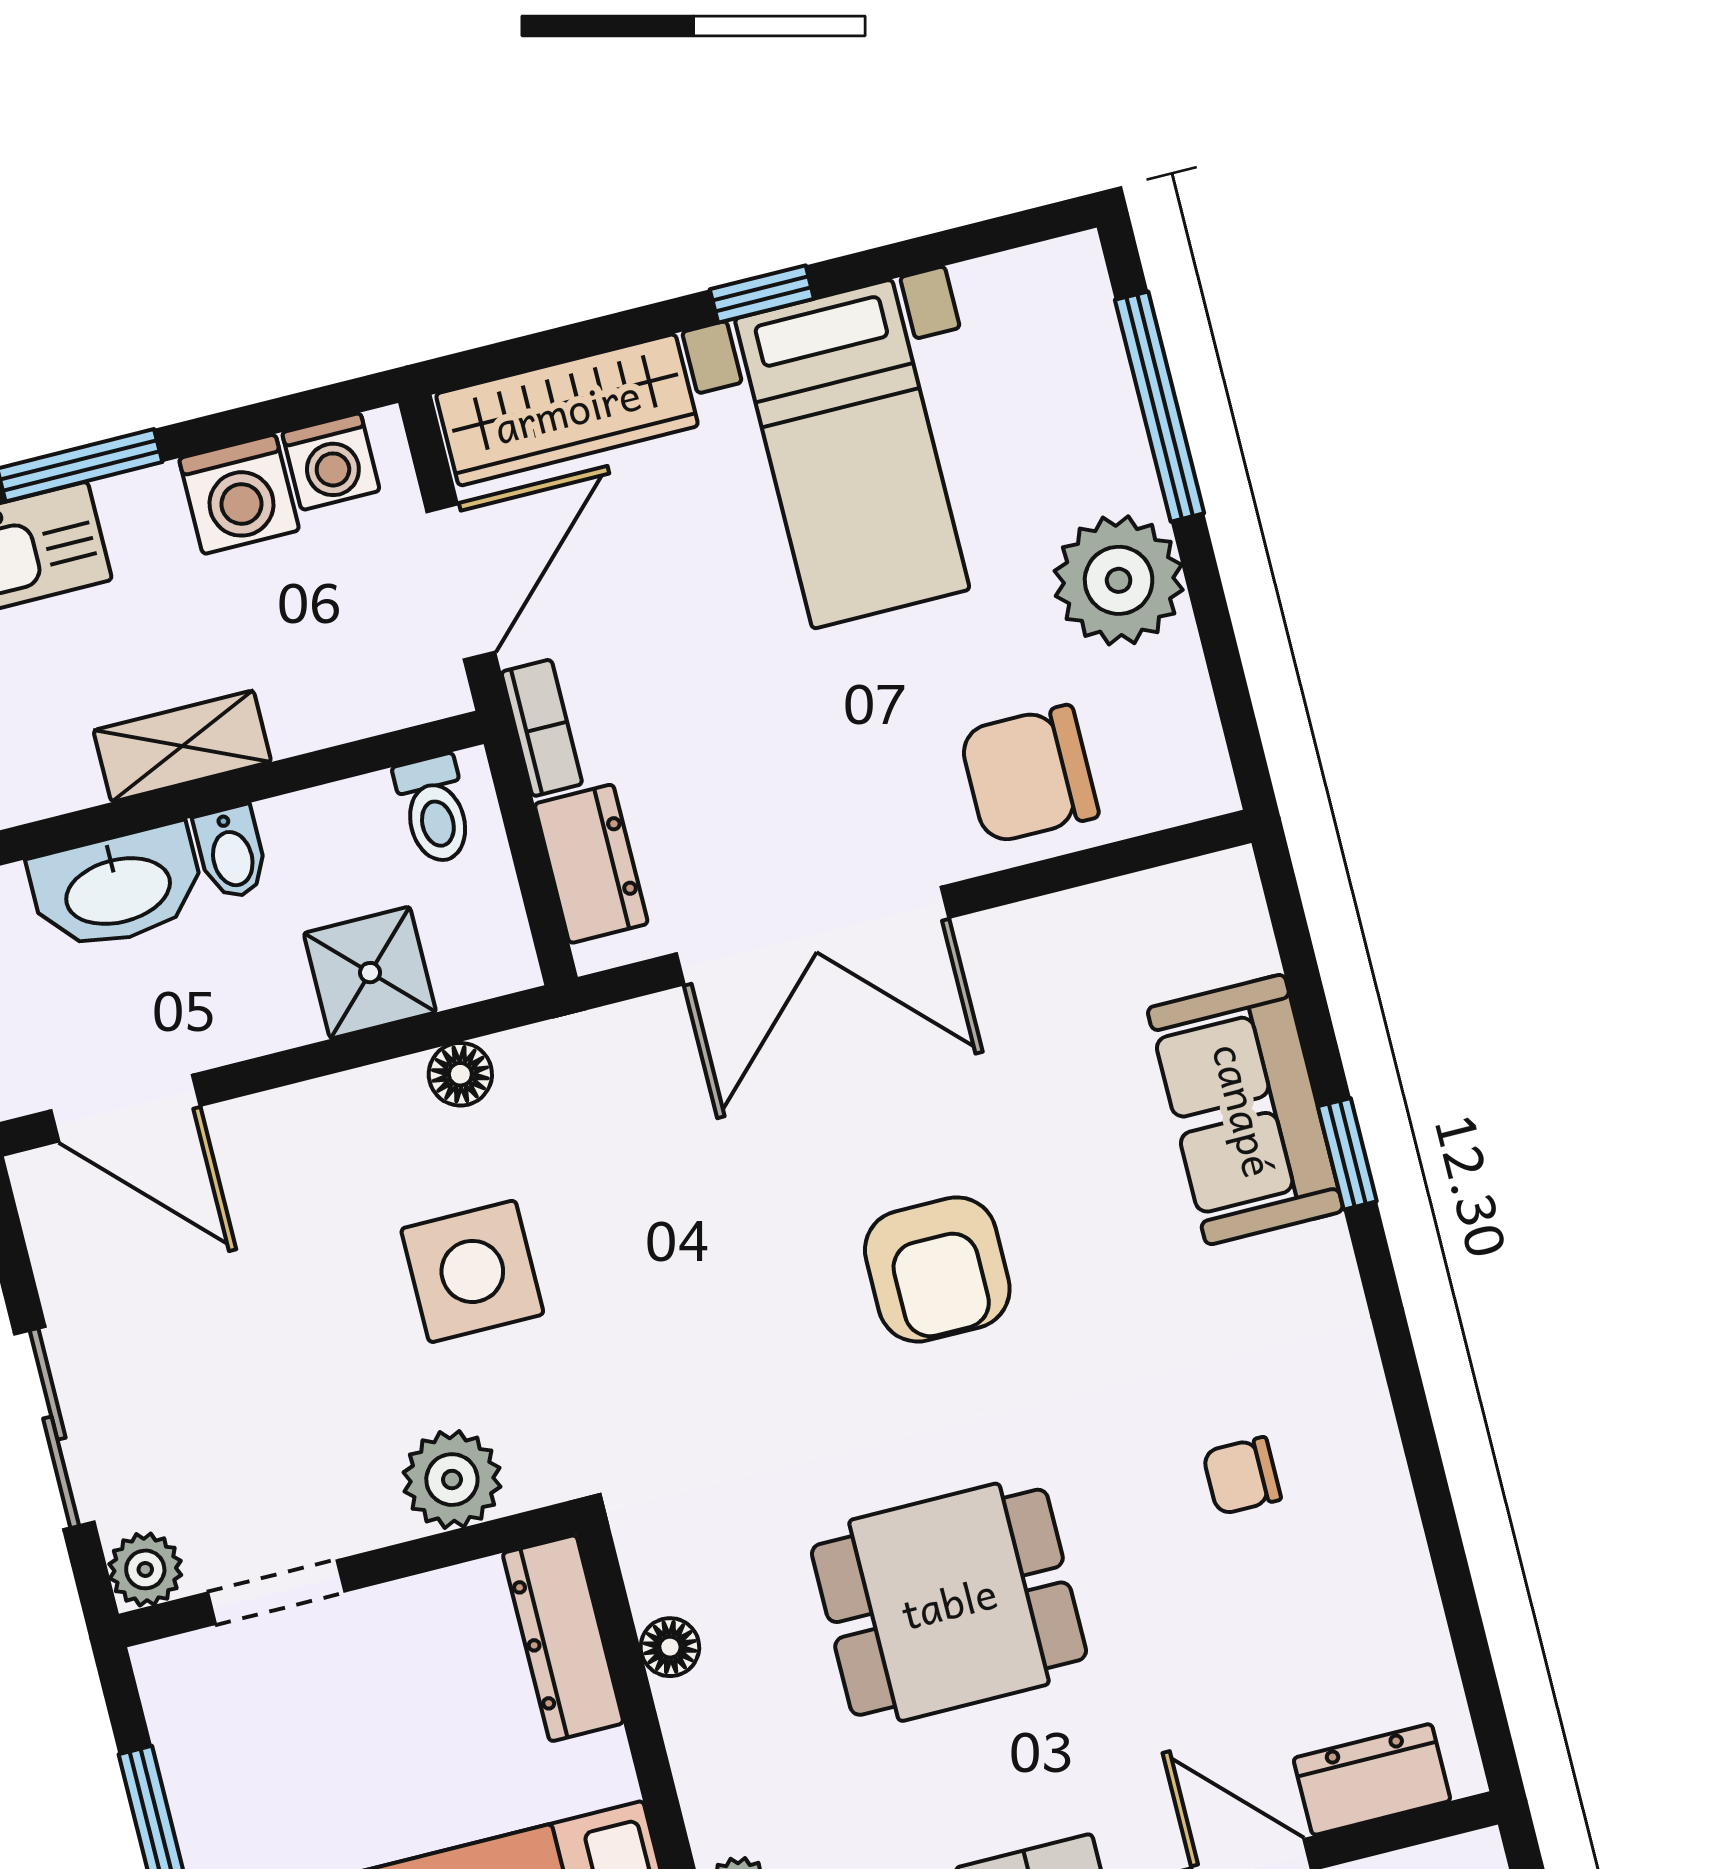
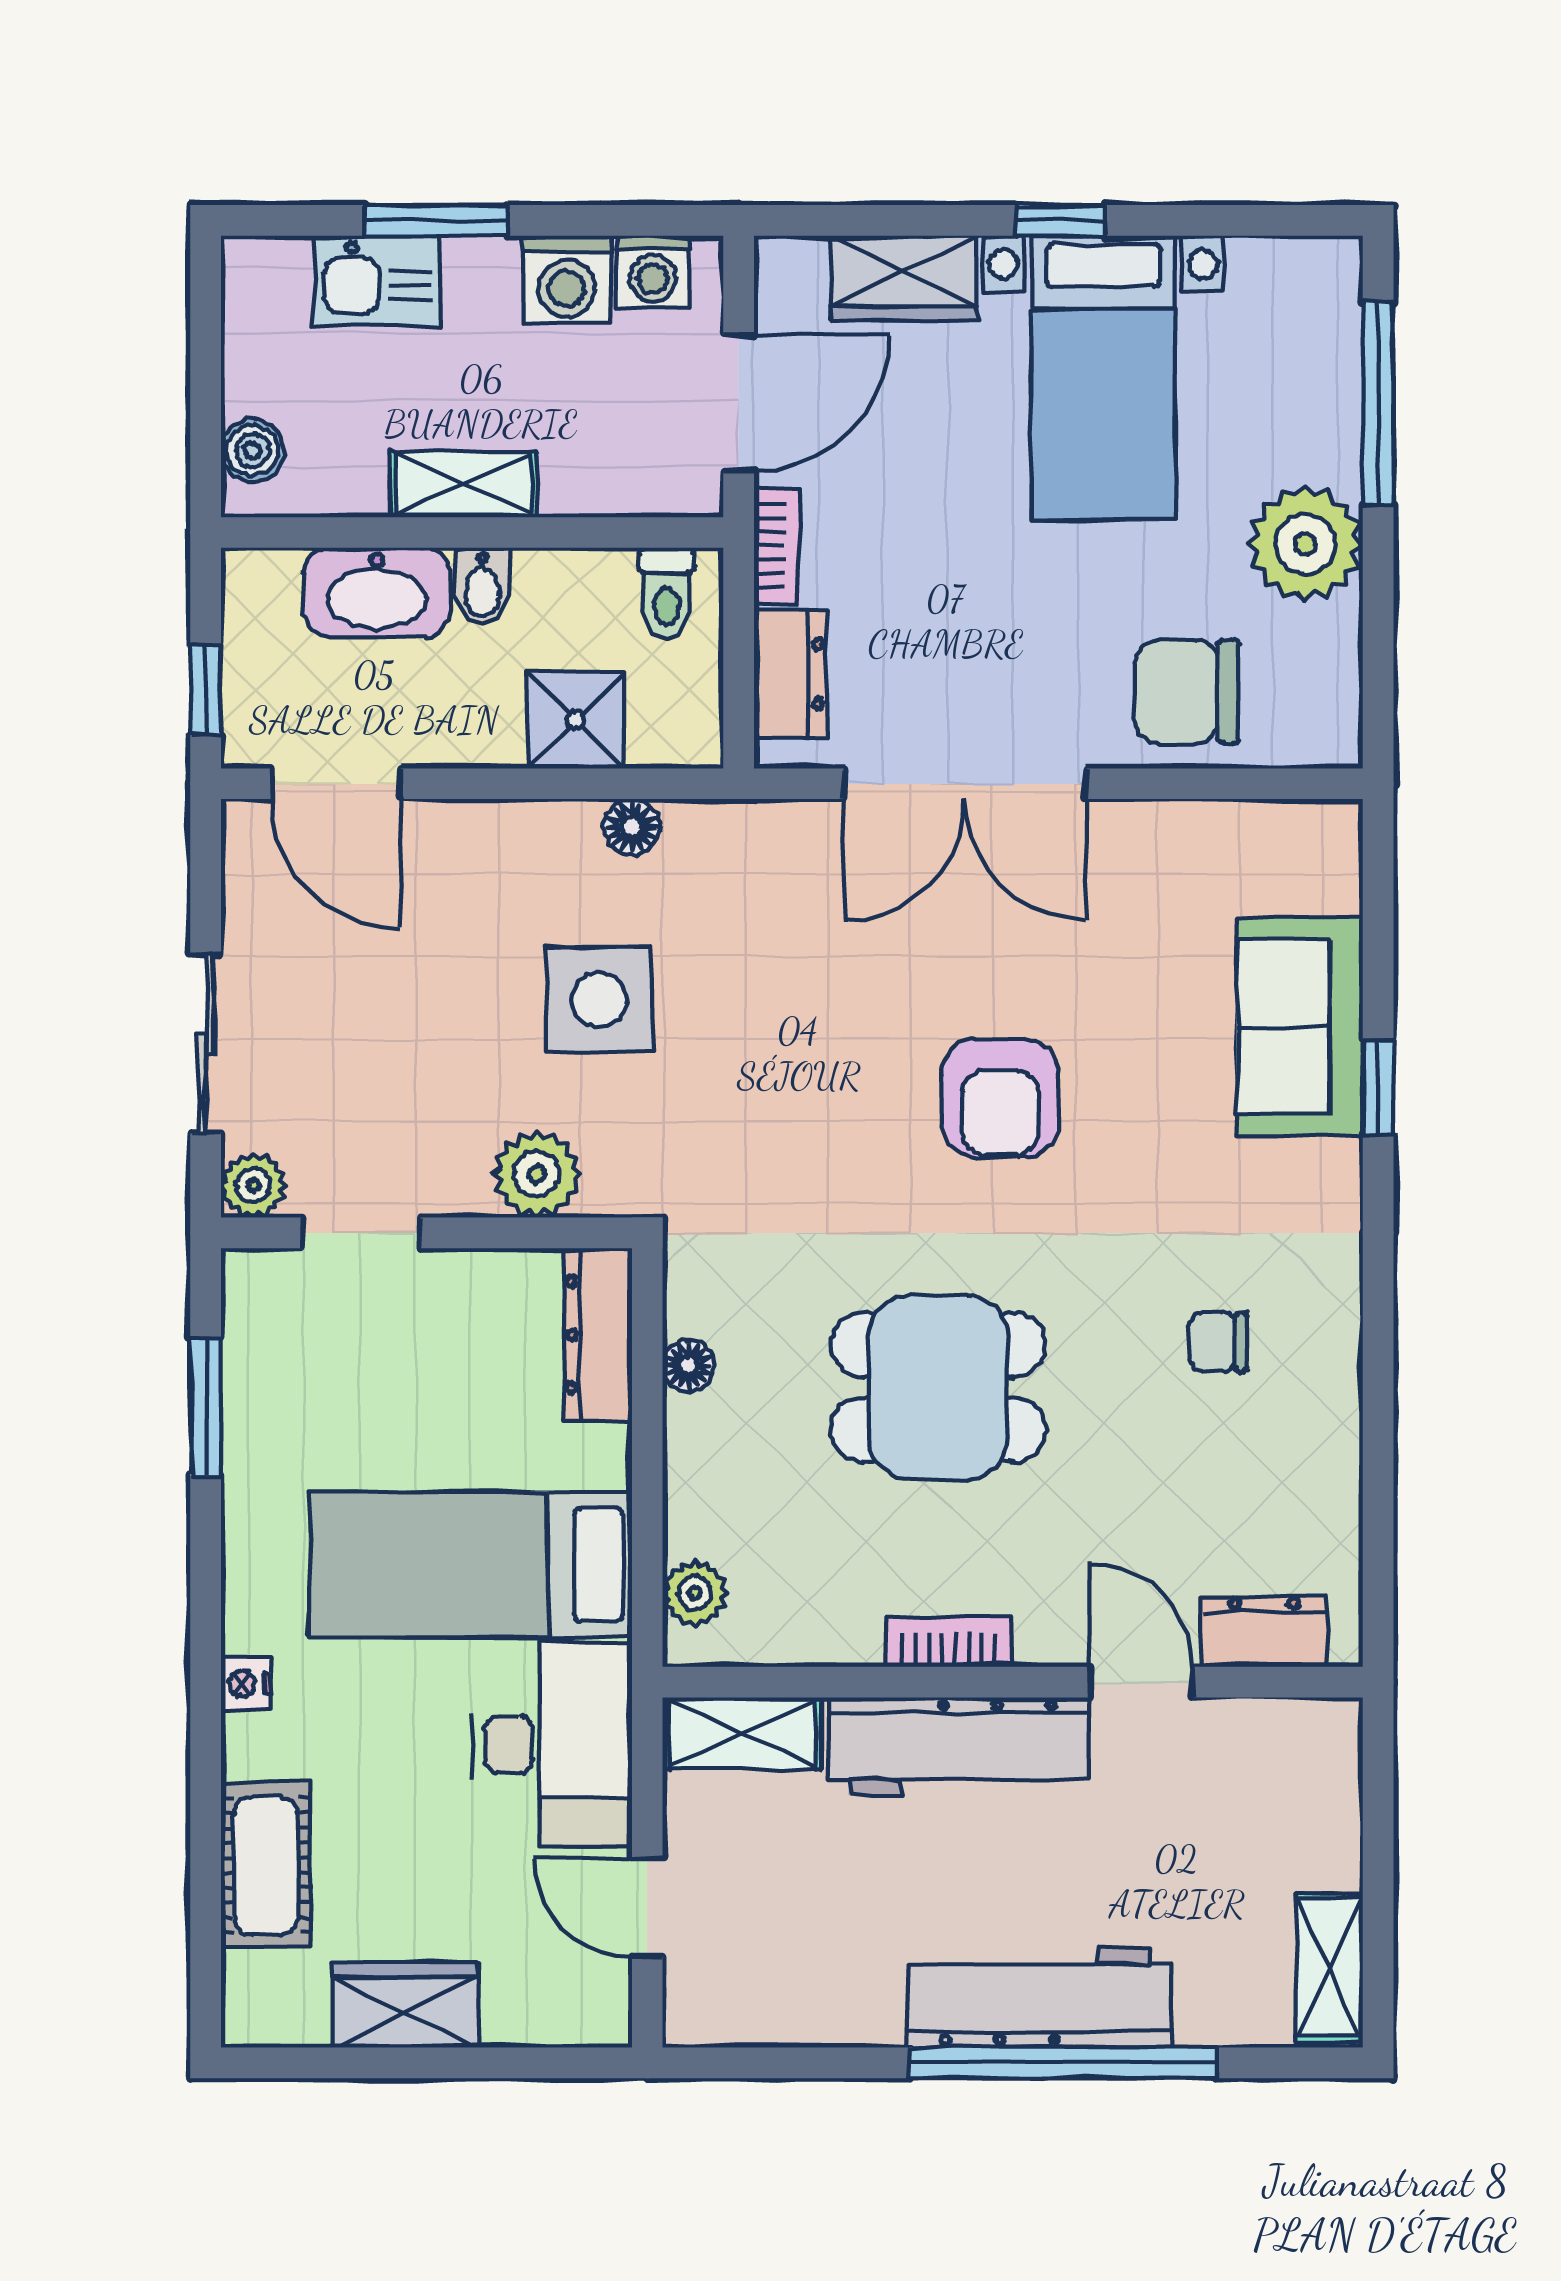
wardrobe: (567, 410) -> (904, 278), width x0.67

